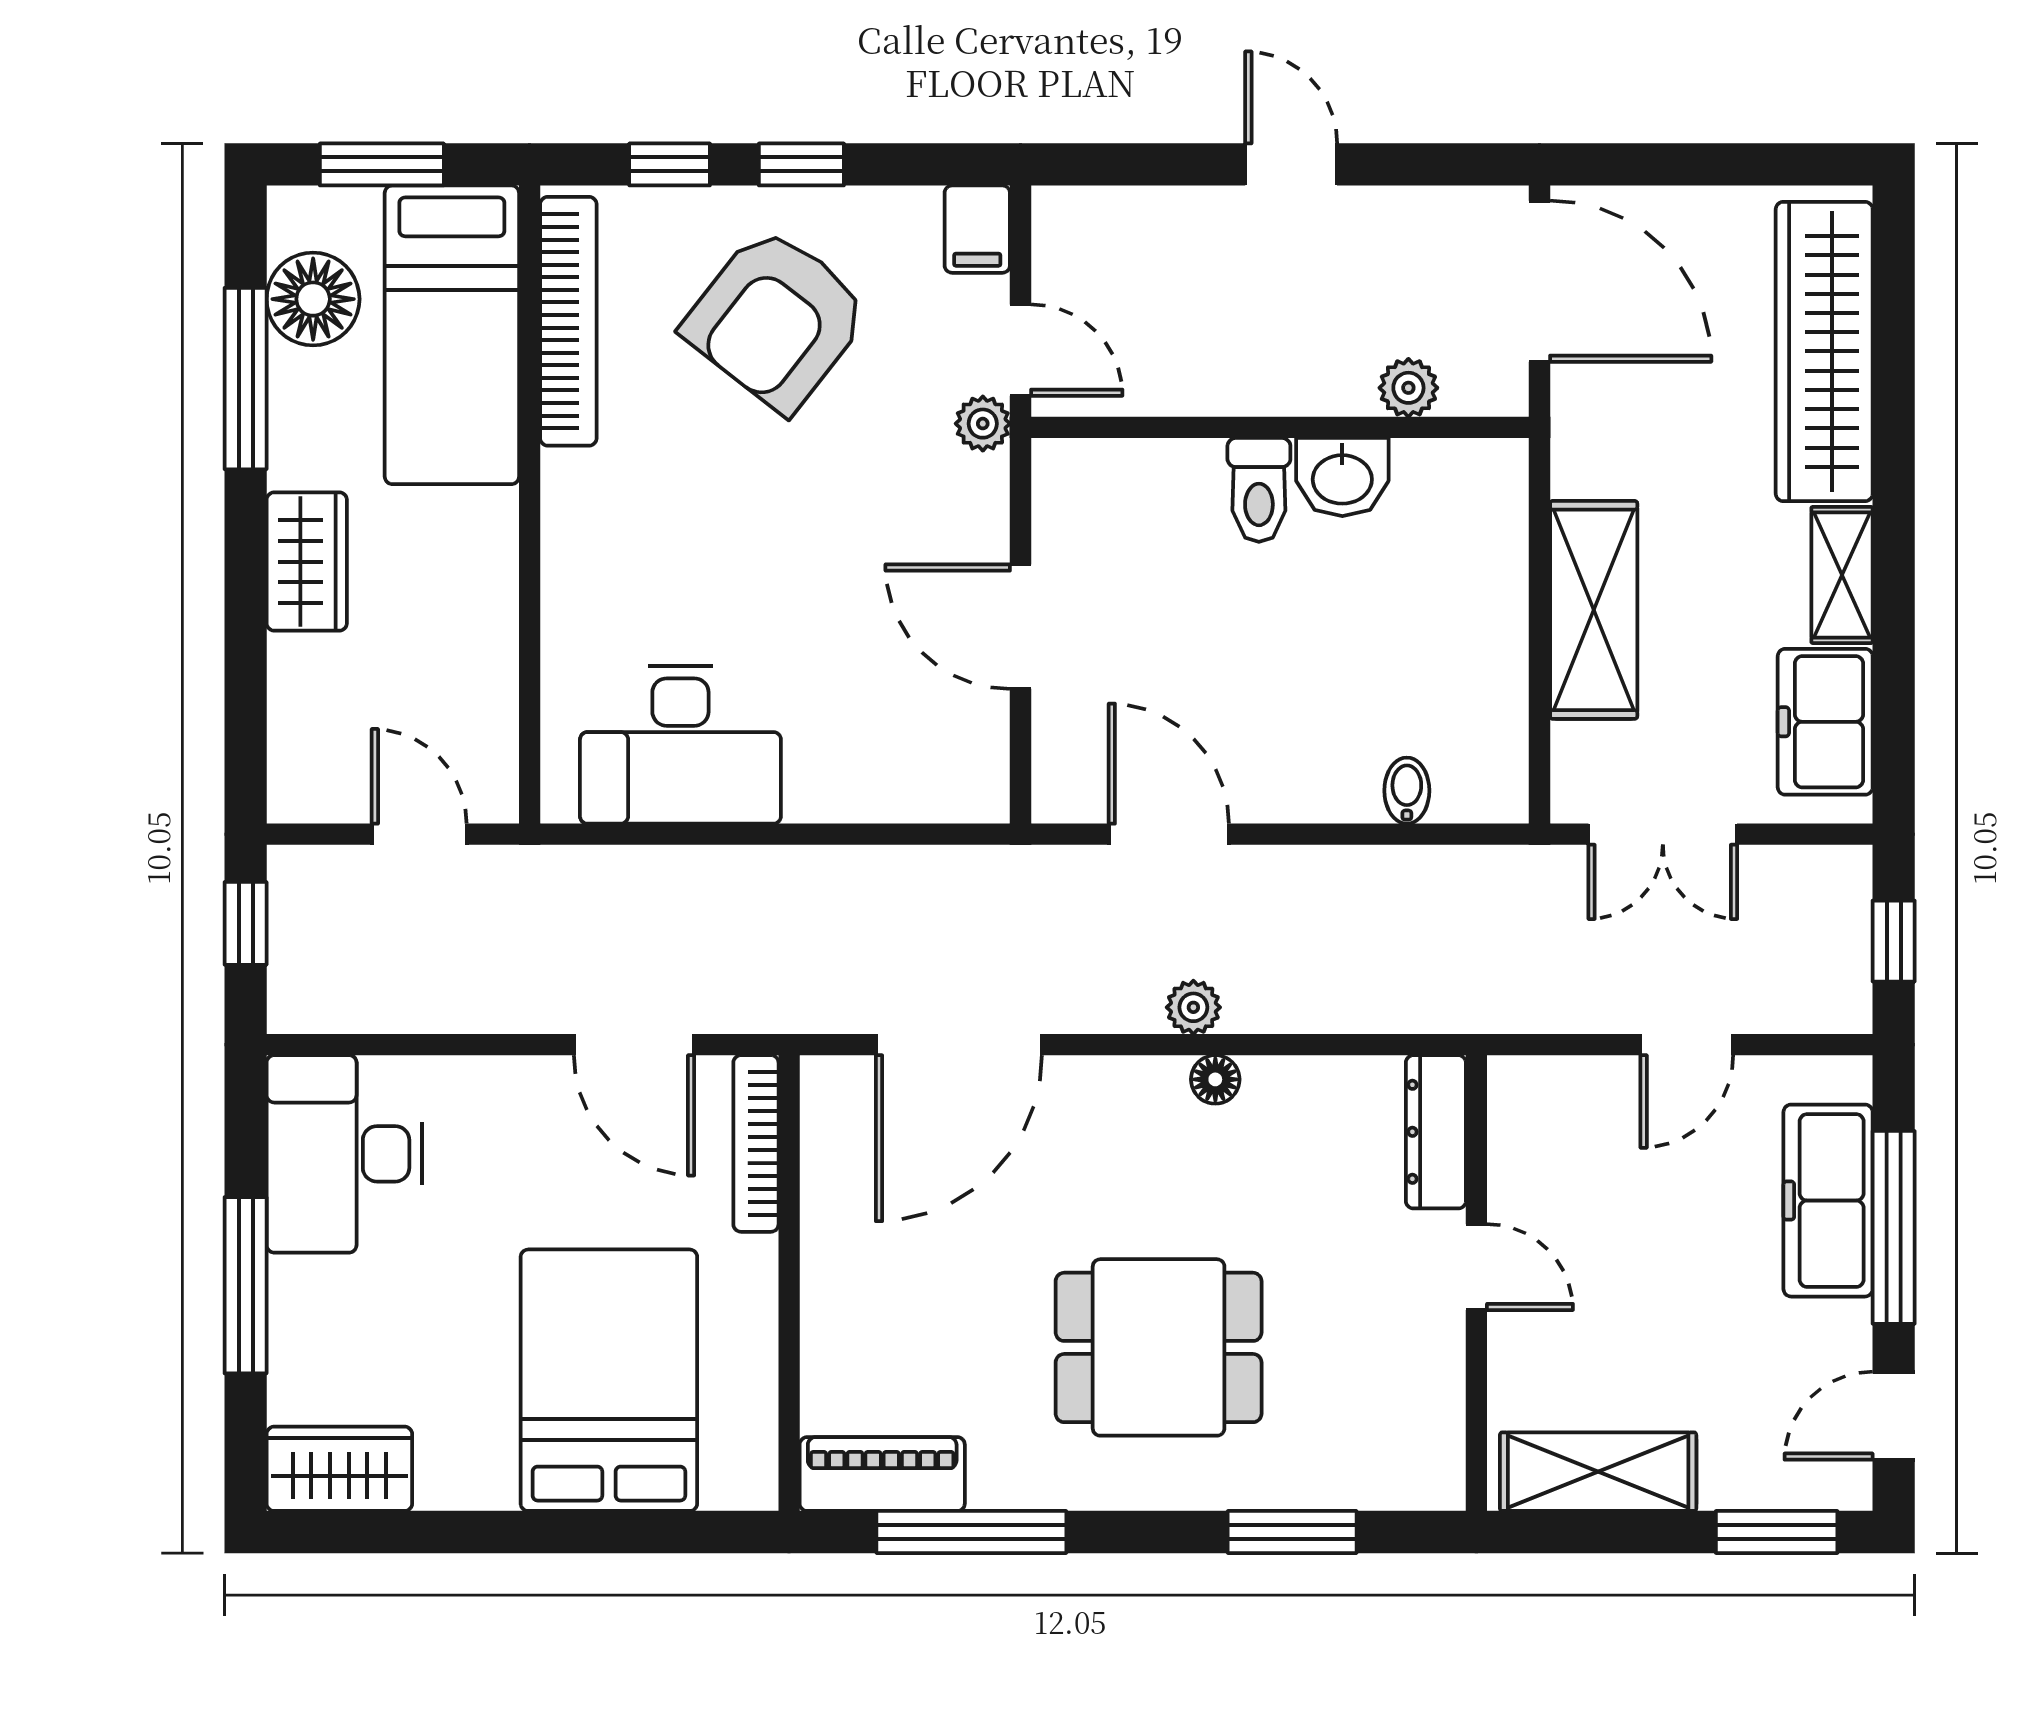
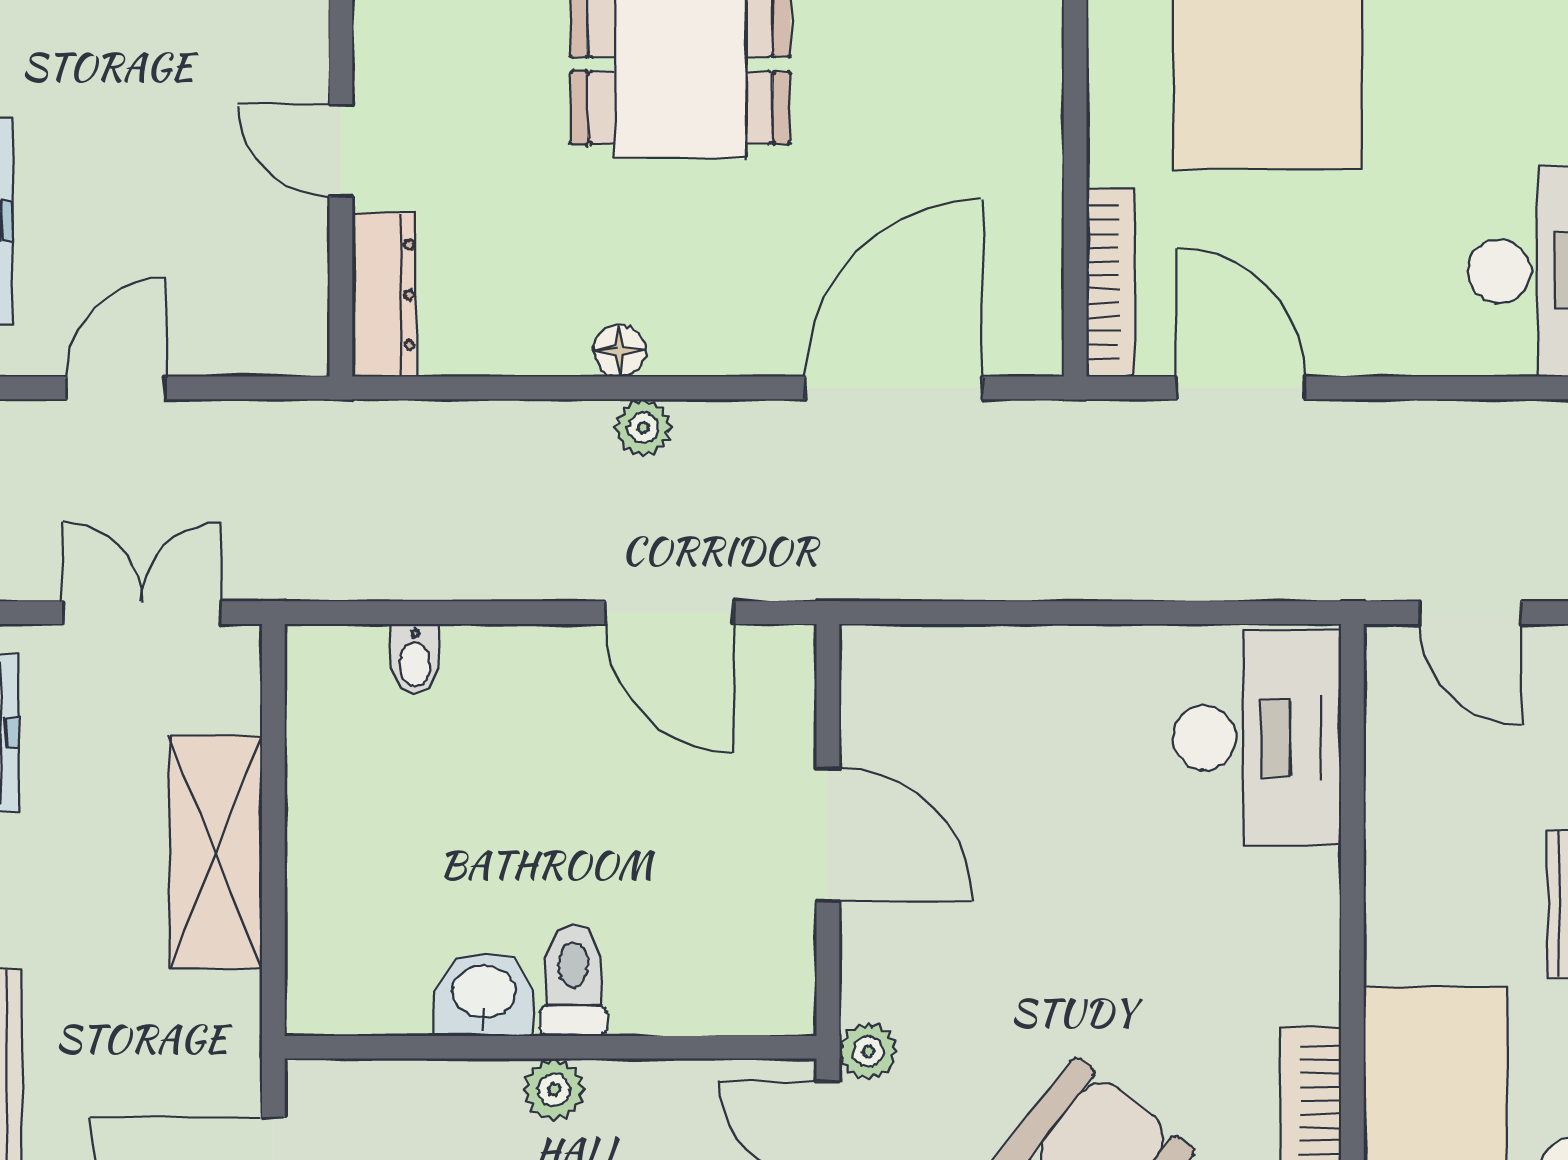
plant: (1408, 388) -> (554, 1090), moved
desk: (680, 745) -> (1257, 738), moved, turned 90

